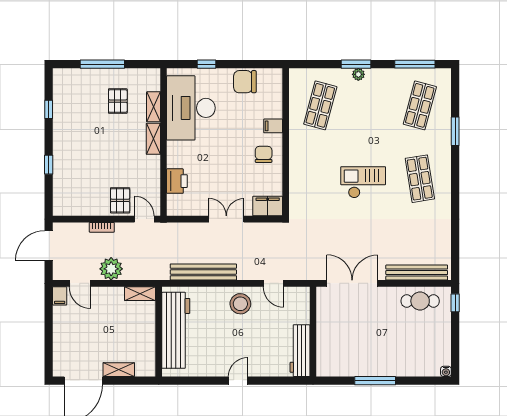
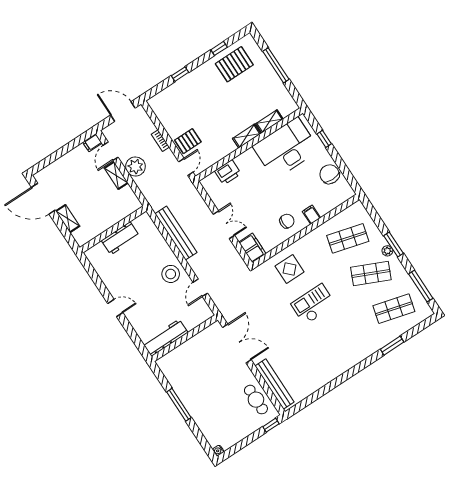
pallet: (118, 101) -> (234, 64), moved, width x1.50, depth x1.42
shop shelf: (420, 179) -> (371, 273), moved, turned 33
checkout: (363, 182) -> (313, 304), turned -90
display table: (313, 183) -> (290, 269), added
shelving: (140, 294) -> (116, 175), moved
workbench: (176, 330) -> (120, 238), width x0.53, depth x0.76

